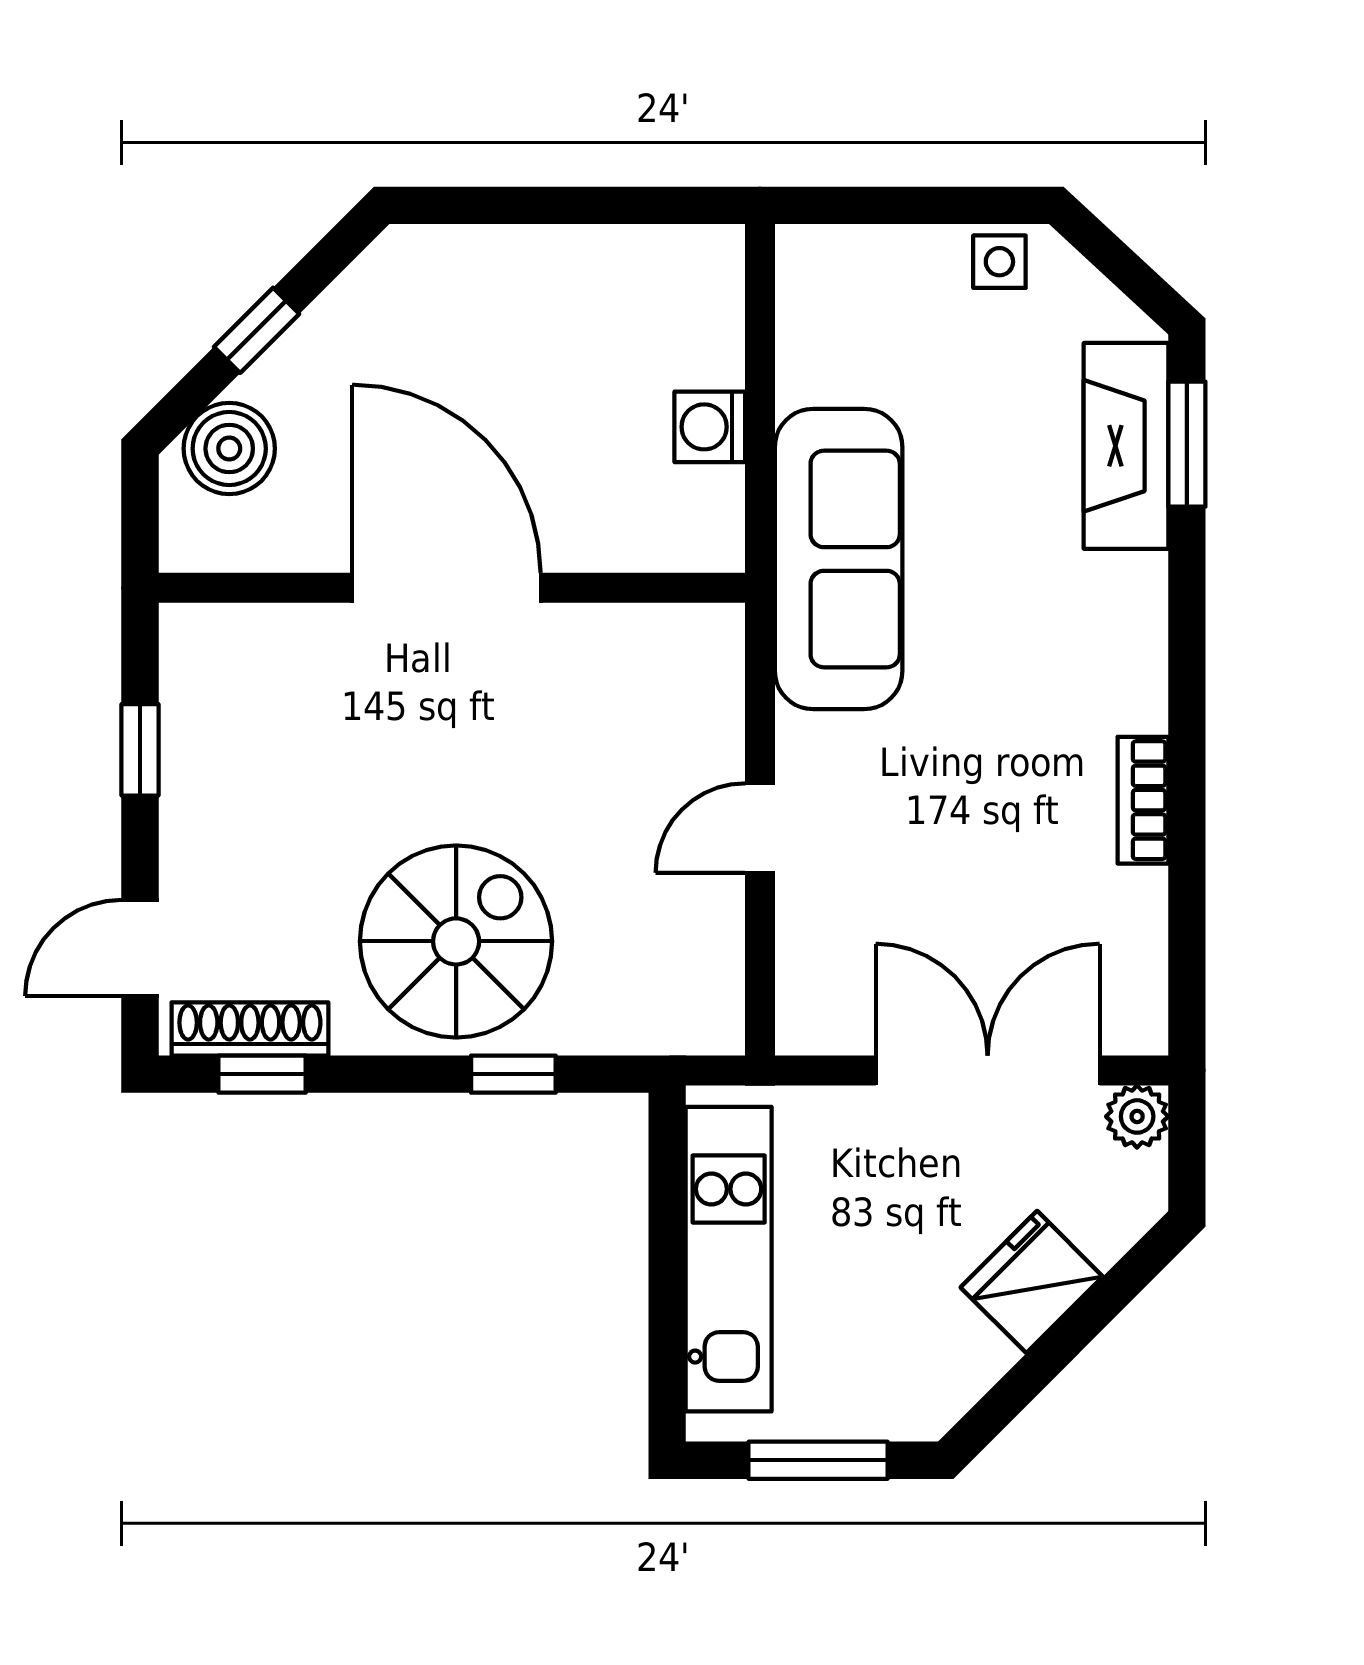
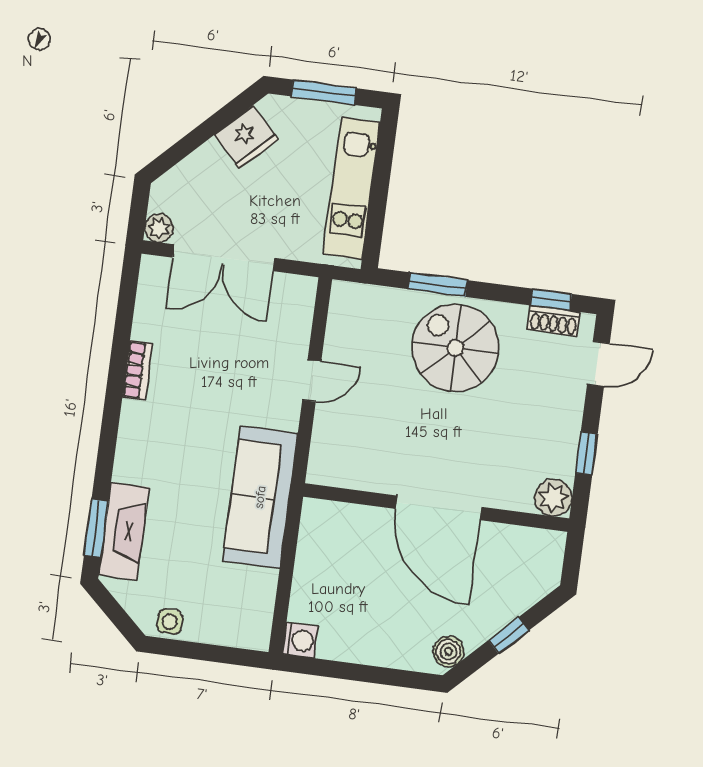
washing machine: (710, 427) -> (300, 640), moved
boiler: (229, 449) -> (448, 652), moved, width x0.73, depth x0.73
plant: (199, 643) -> (553, 498), added
spiral stairs: (456, 941) -> (456, 348), turned 90
shoe rack: (250, 1029) -> (554, 321), width x0.70
window: (513, 1074) -> (438, 285), width x1.50
fridge: (1032, 1282) -> (246, 137), moved

